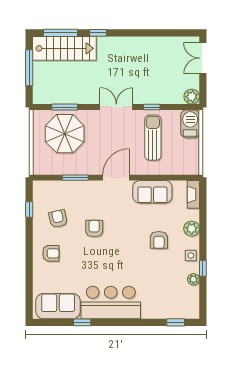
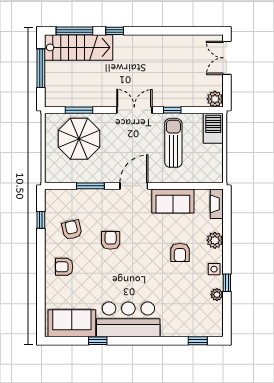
armchair: (51, 253) -> (64, 267), turned 180

